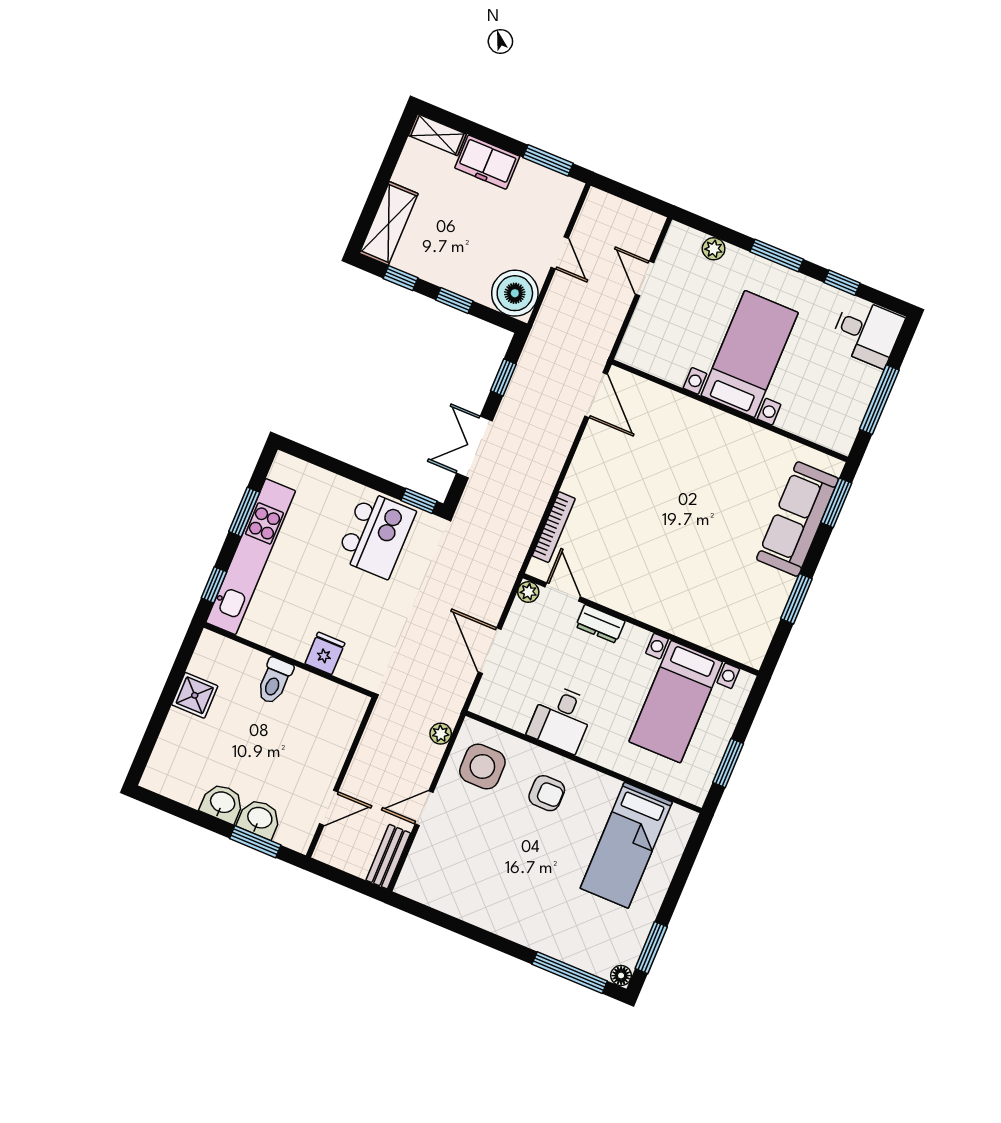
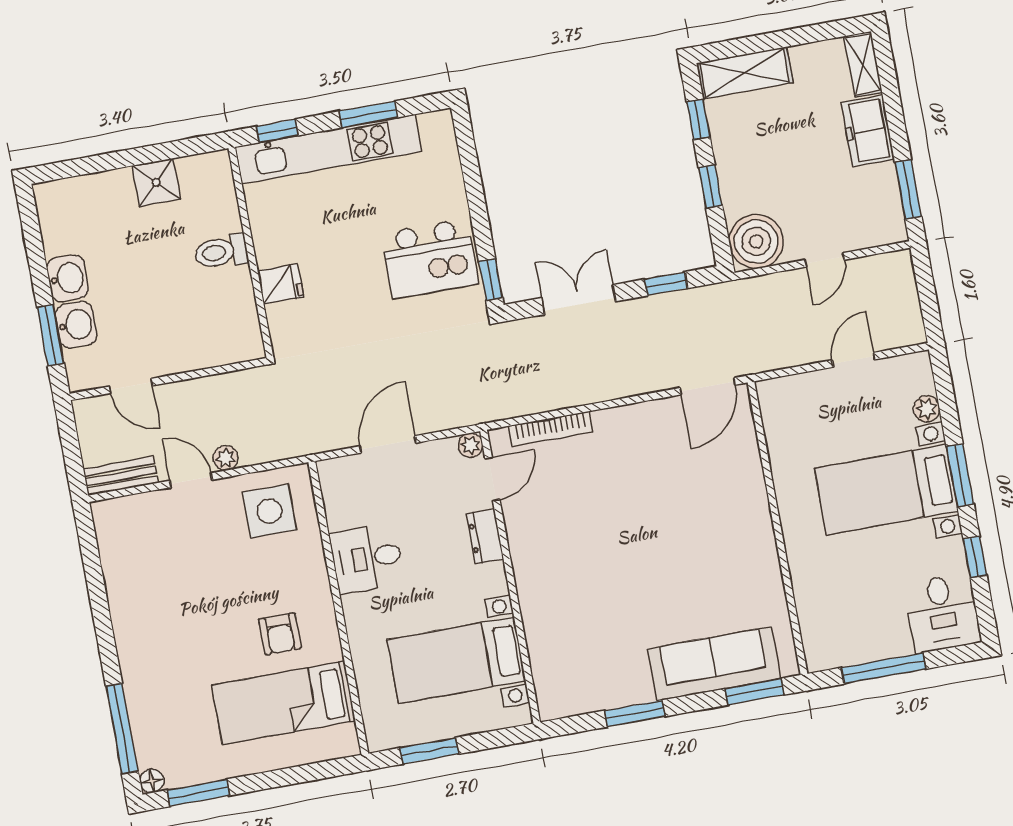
bed with nightstands: (750, 354) -> (886, 490), moved, turned 180
plant: (441, 734) -> (226, 458), moved
armchair: (547, 793) -> (280, 634), moved

